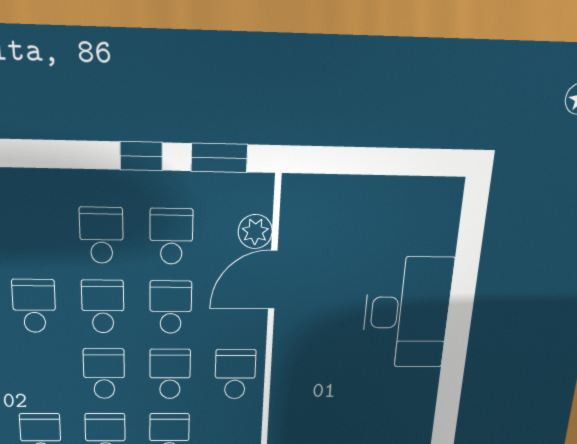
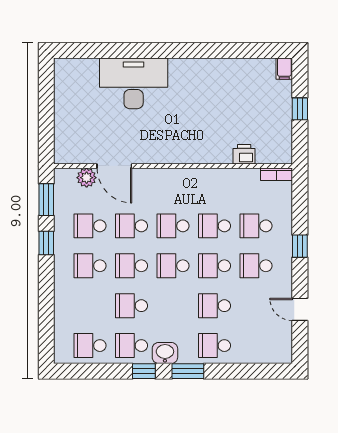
school desk: (235, 374) -> (173, 186), removed

